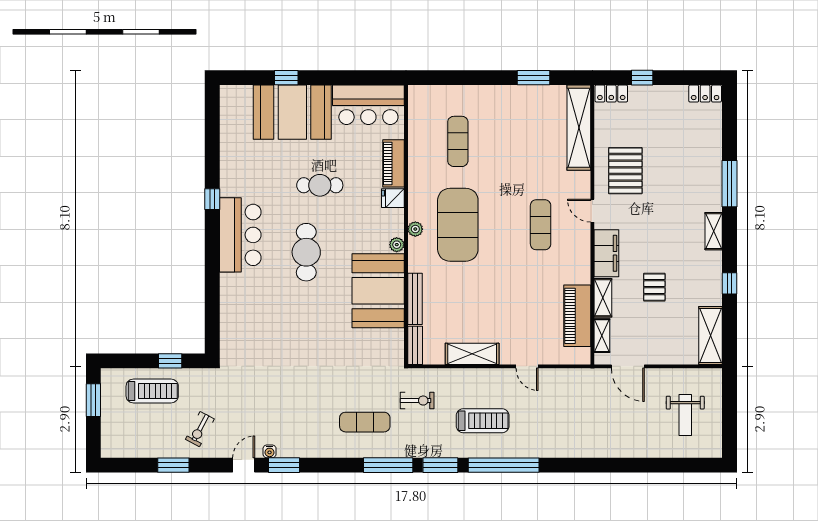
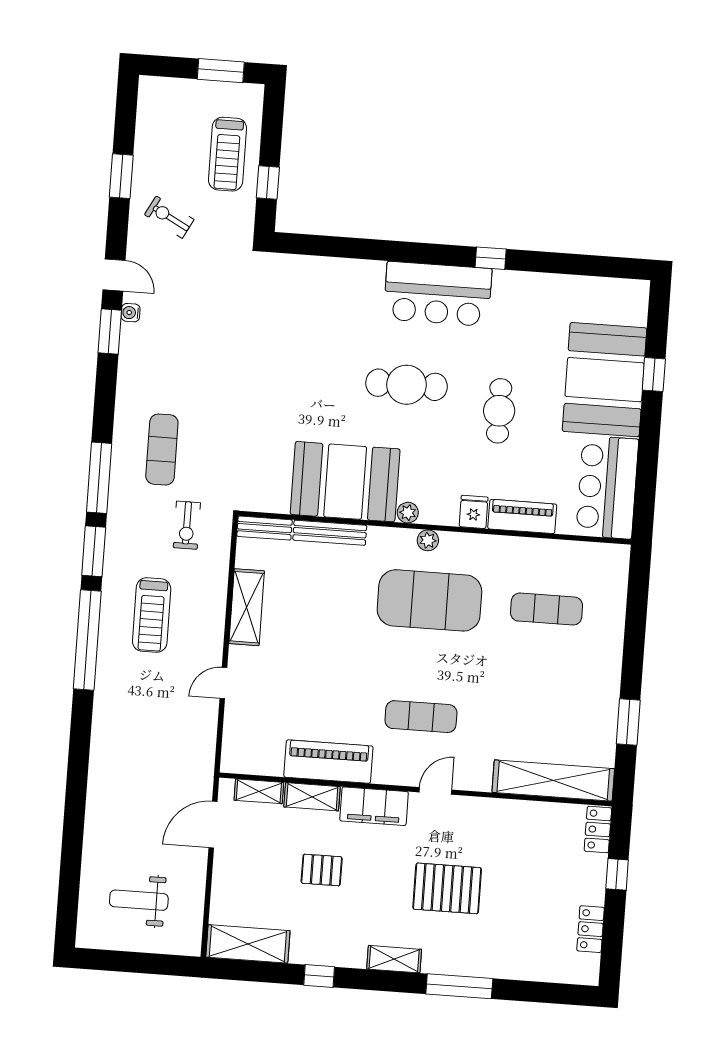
locker: (705, 94) -> (591, 929), moved
pallet: (625, 171) -> (447, 888), moved
piano: (577, 316) -> (328, 762), moved

